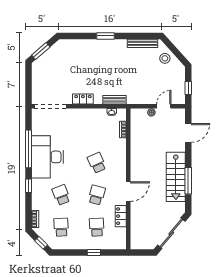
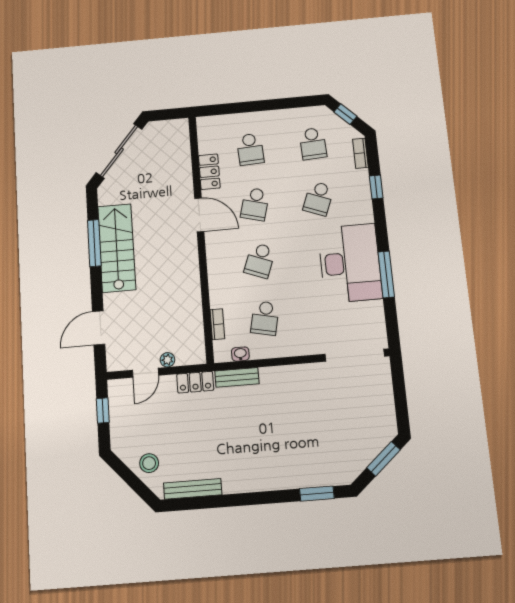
window: (105, 36) -> (317, 494), moved
locker: (83, 99) -> (195, 382), moved
school desk: (97, 131) -> (265, 318), added
window: (28, 149) -> (386, 274), width x0.68
school desk: (97, 163) -> (260, 260), turned 45
window: (28, 186) -> (376, 187), moved
door: (128, 192) -> (199, 215), swing flipped
school desk: (61, 195) -> (318, 199), turned 42
window: (94, 252) -> (251, 107), removed

